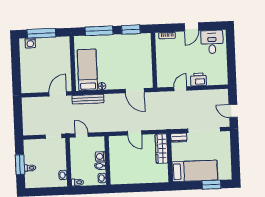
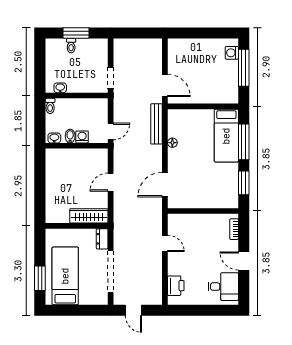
bed: (87, 70) -> (226, 136), moved, turned 90
printer: (199, 79) -> (176, 286), moved
door: (233, 111) -> (133, 310), swing flipped
door: (82, 135) -> (111, 131), moved
bed: (195, 171) -> (65, 276), moved, turned 180

